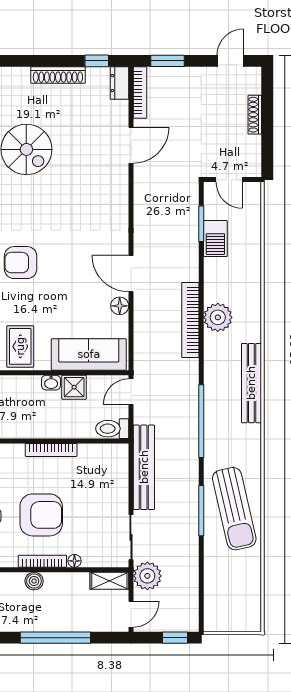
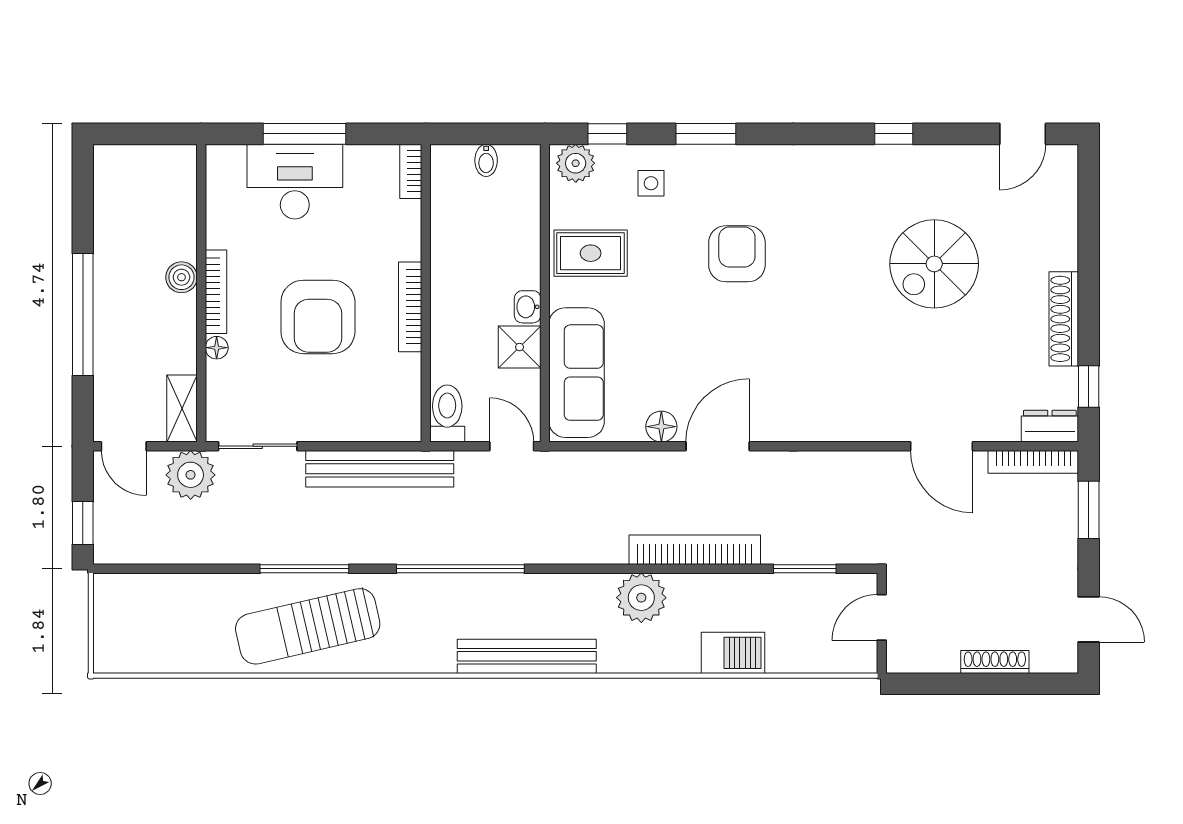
barbecue: (215, 239) -> (733, 653), moved, turned 180
bookcase: (190, 320) -> (695, 550), moved
armchair: (41, 515) -> (318, 317), moved

